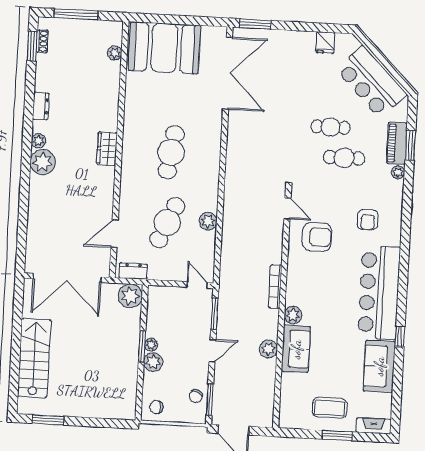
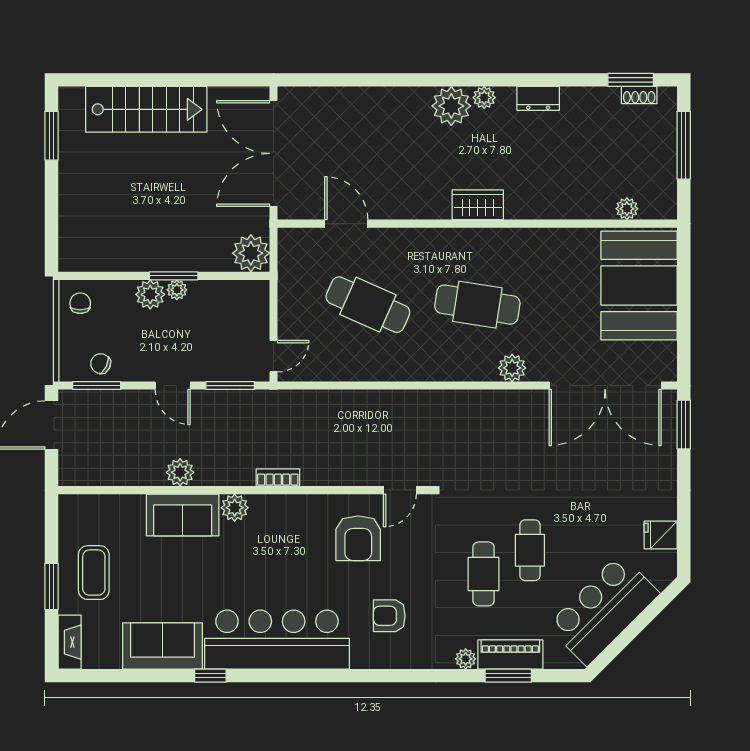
plant: (208, 221) -> (512, 368), moved
dresser: (133, 271) -> (290, 256), removed
bookcase: (275, 286) -> (278, 478), width x0.64

